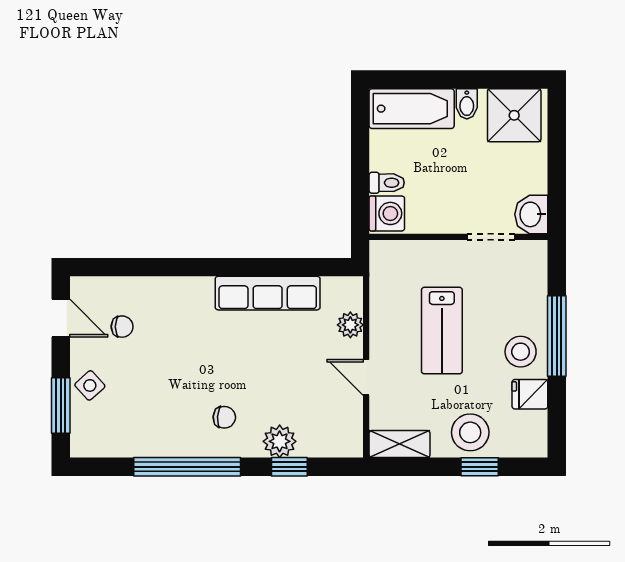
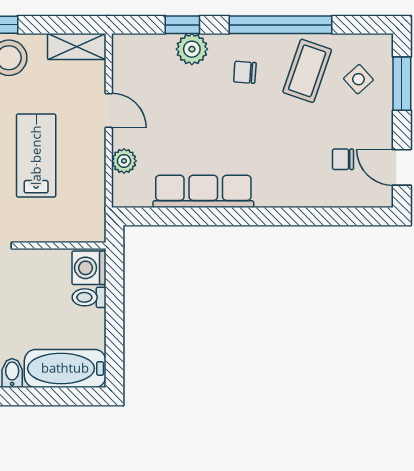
side table: (90, 385) -> (358, 79), moved
coffee table: (159, 419) -> (307, 71), added

